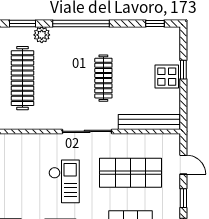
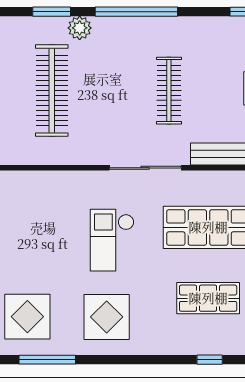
checkout: (64, 181) -> (112, 240), turned 180

